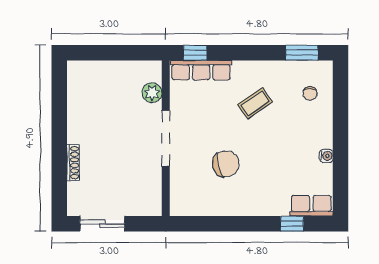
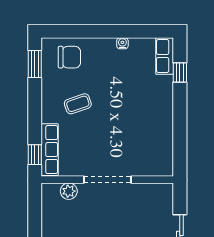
chair: (310, 93) -> (69, 57), width x1.87, depth x1.87
coffee table: (255, 103) -> (78, 104), turned -74
chair: (226, 164) -> (129, 129), removed

